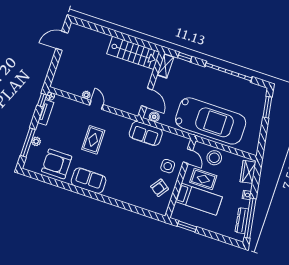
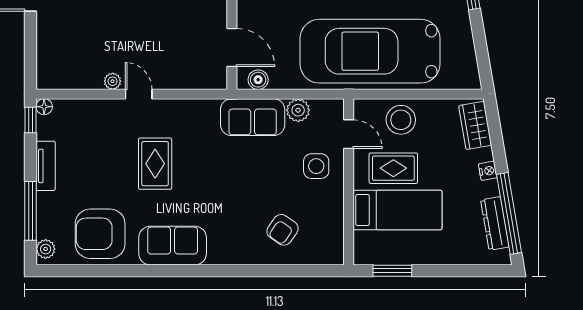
tv unit: (46, 112) -> (46, 166), moved
car: (211, 121) -> (370, 51), turned 180
plant: (168, 137) -> (298, 110), added
plant: (36, 141) -> (46, 249), moved
armchair: (160, 188) -> (283, 230), moved

